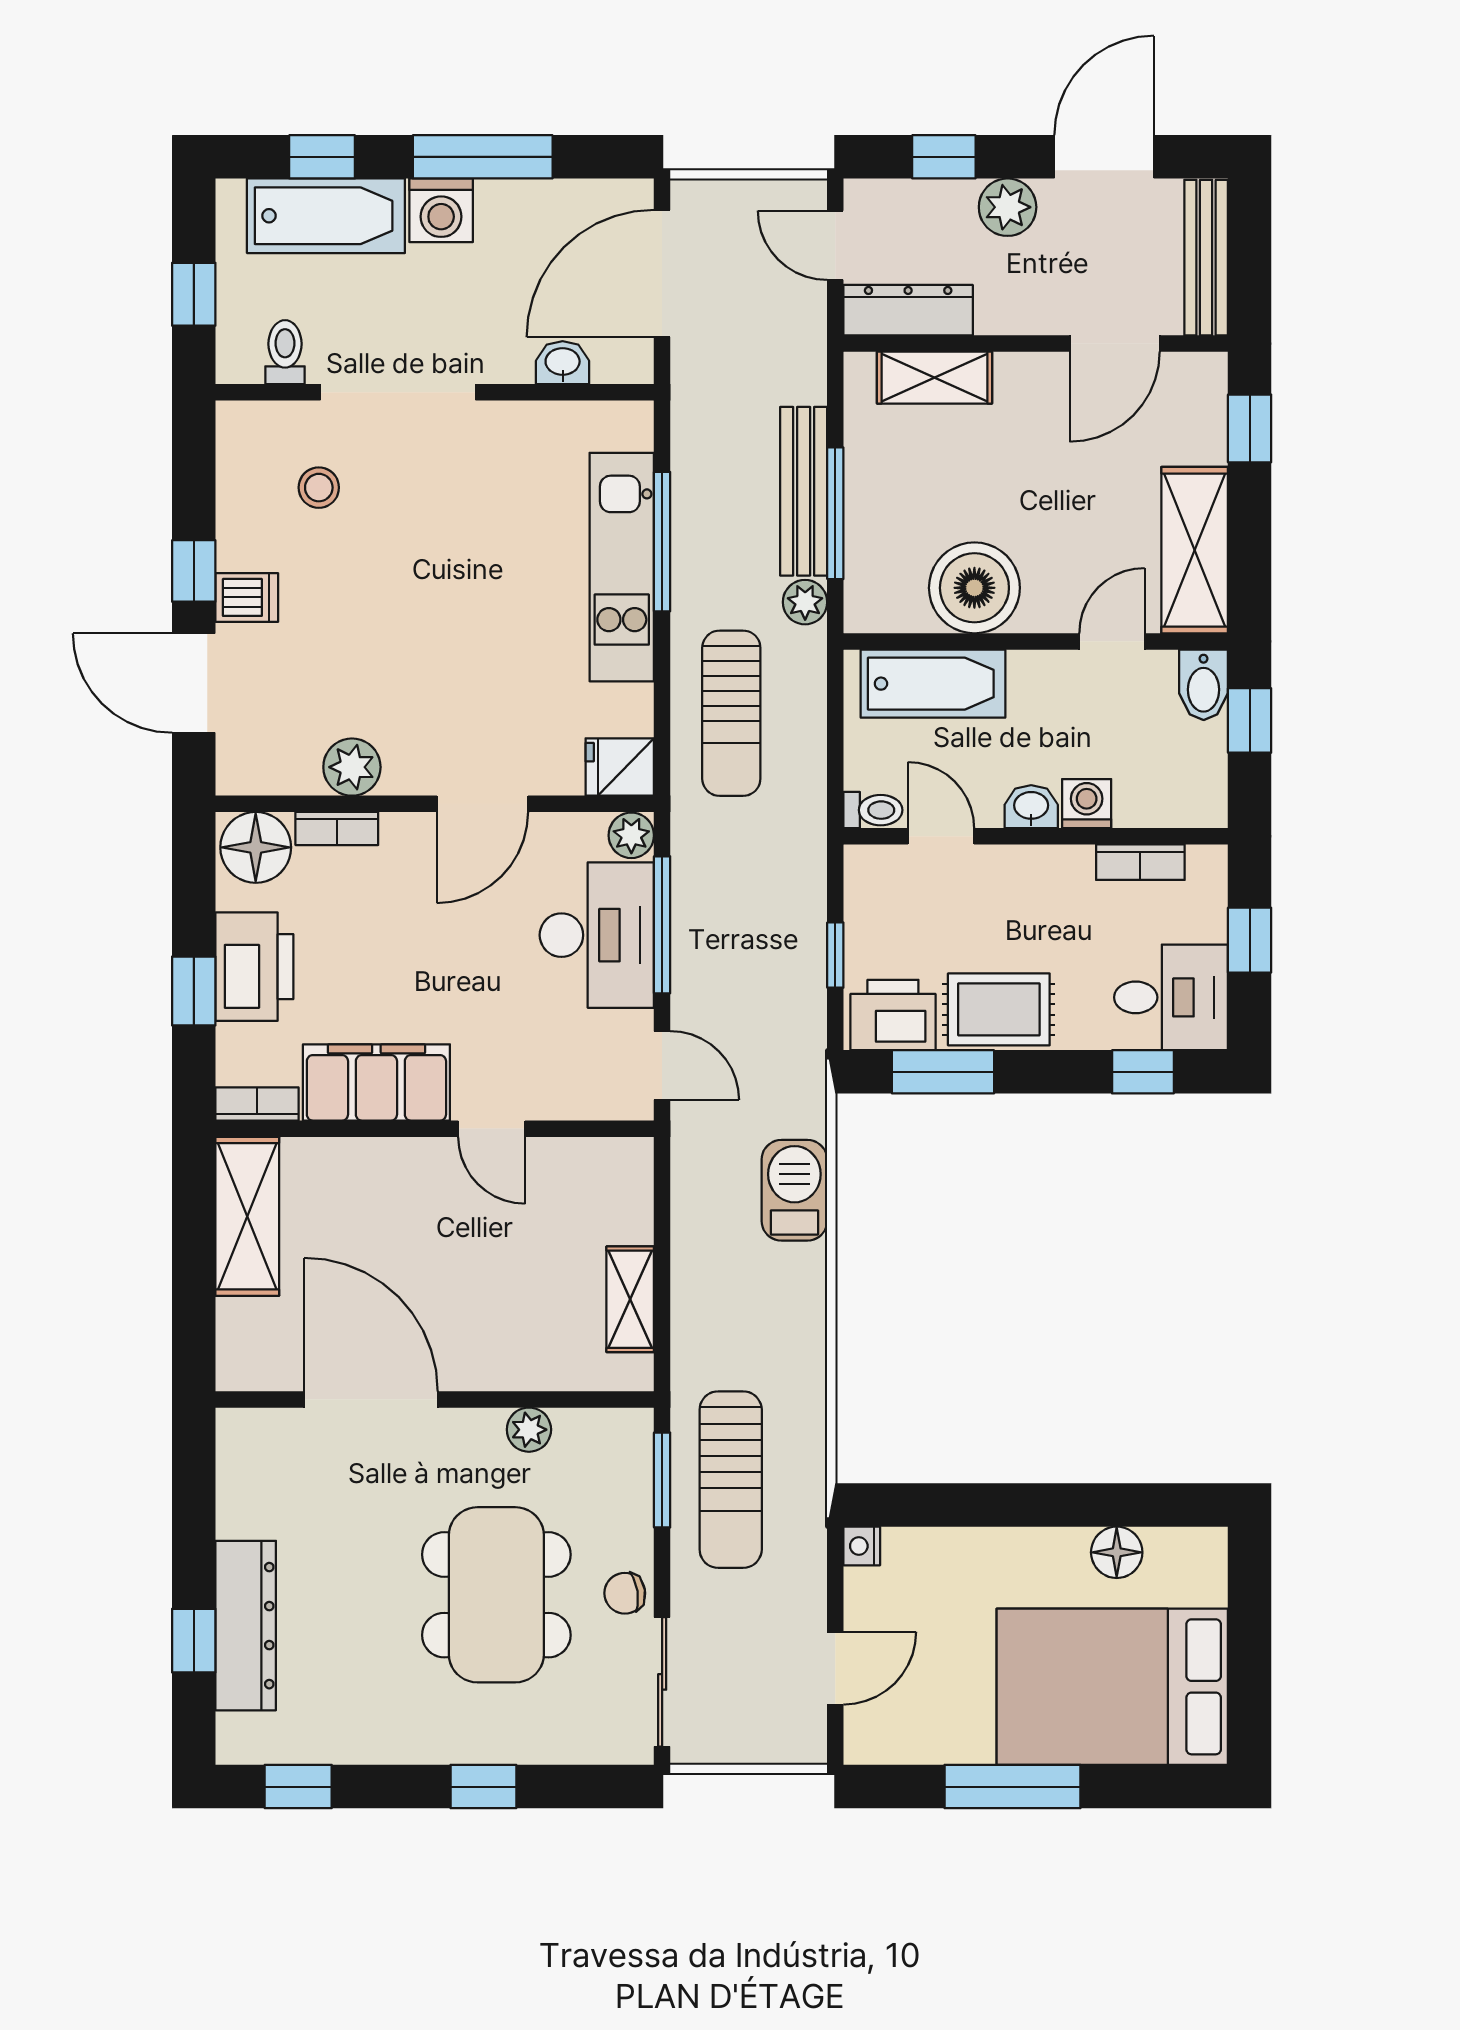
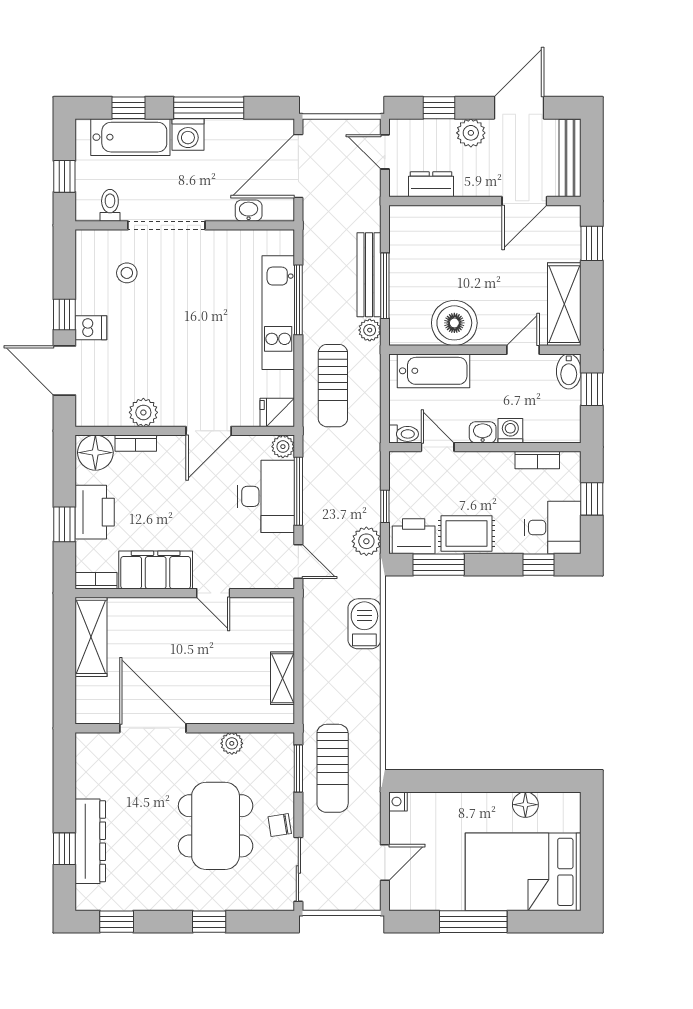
dresser: (908, 310) -> (431, 184), width x0.70
shelving: (935, 378) -> (434, 218), removed
plant: (798, 1025) -> (366, 541), added

